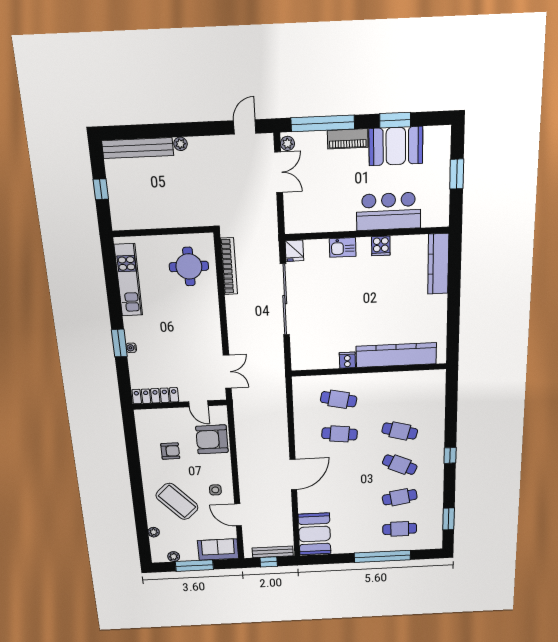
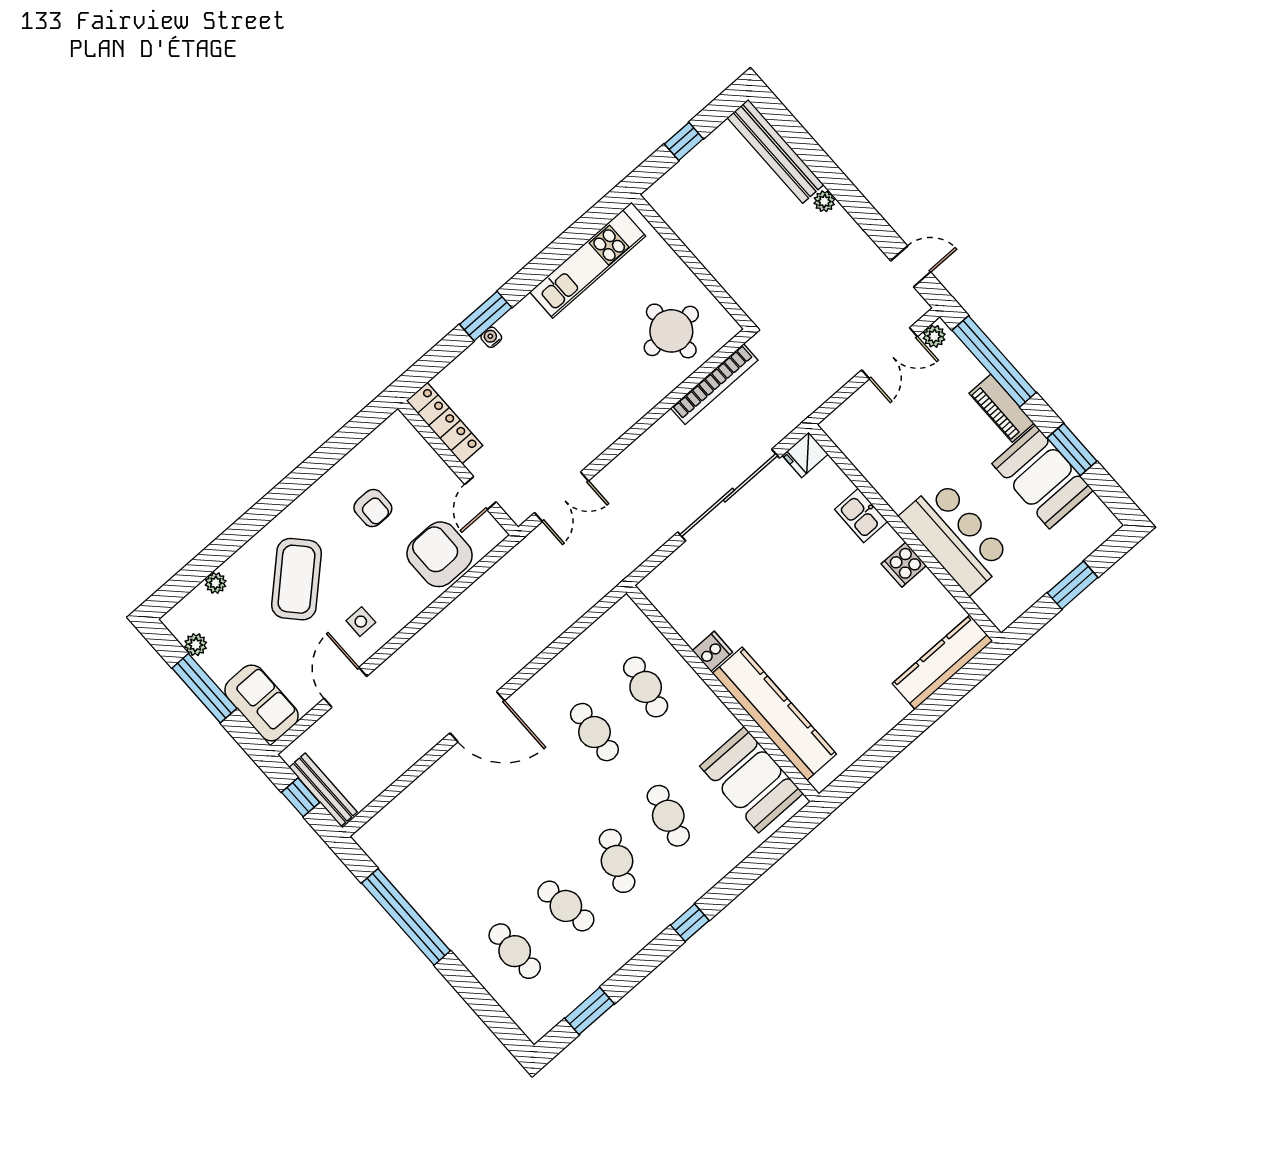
booth: (315, 534) -> (751, 780), moved, turned 90
window: (382, 556) -> (406, 917), moved

